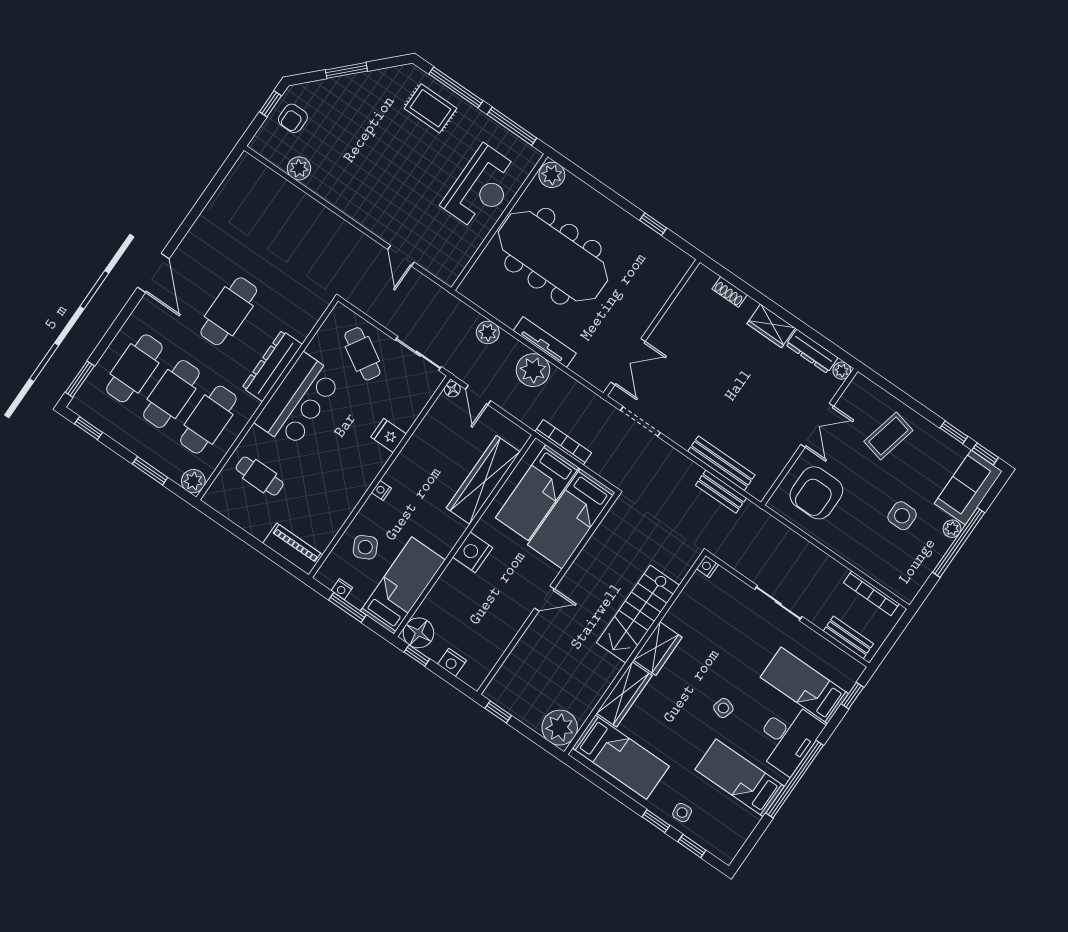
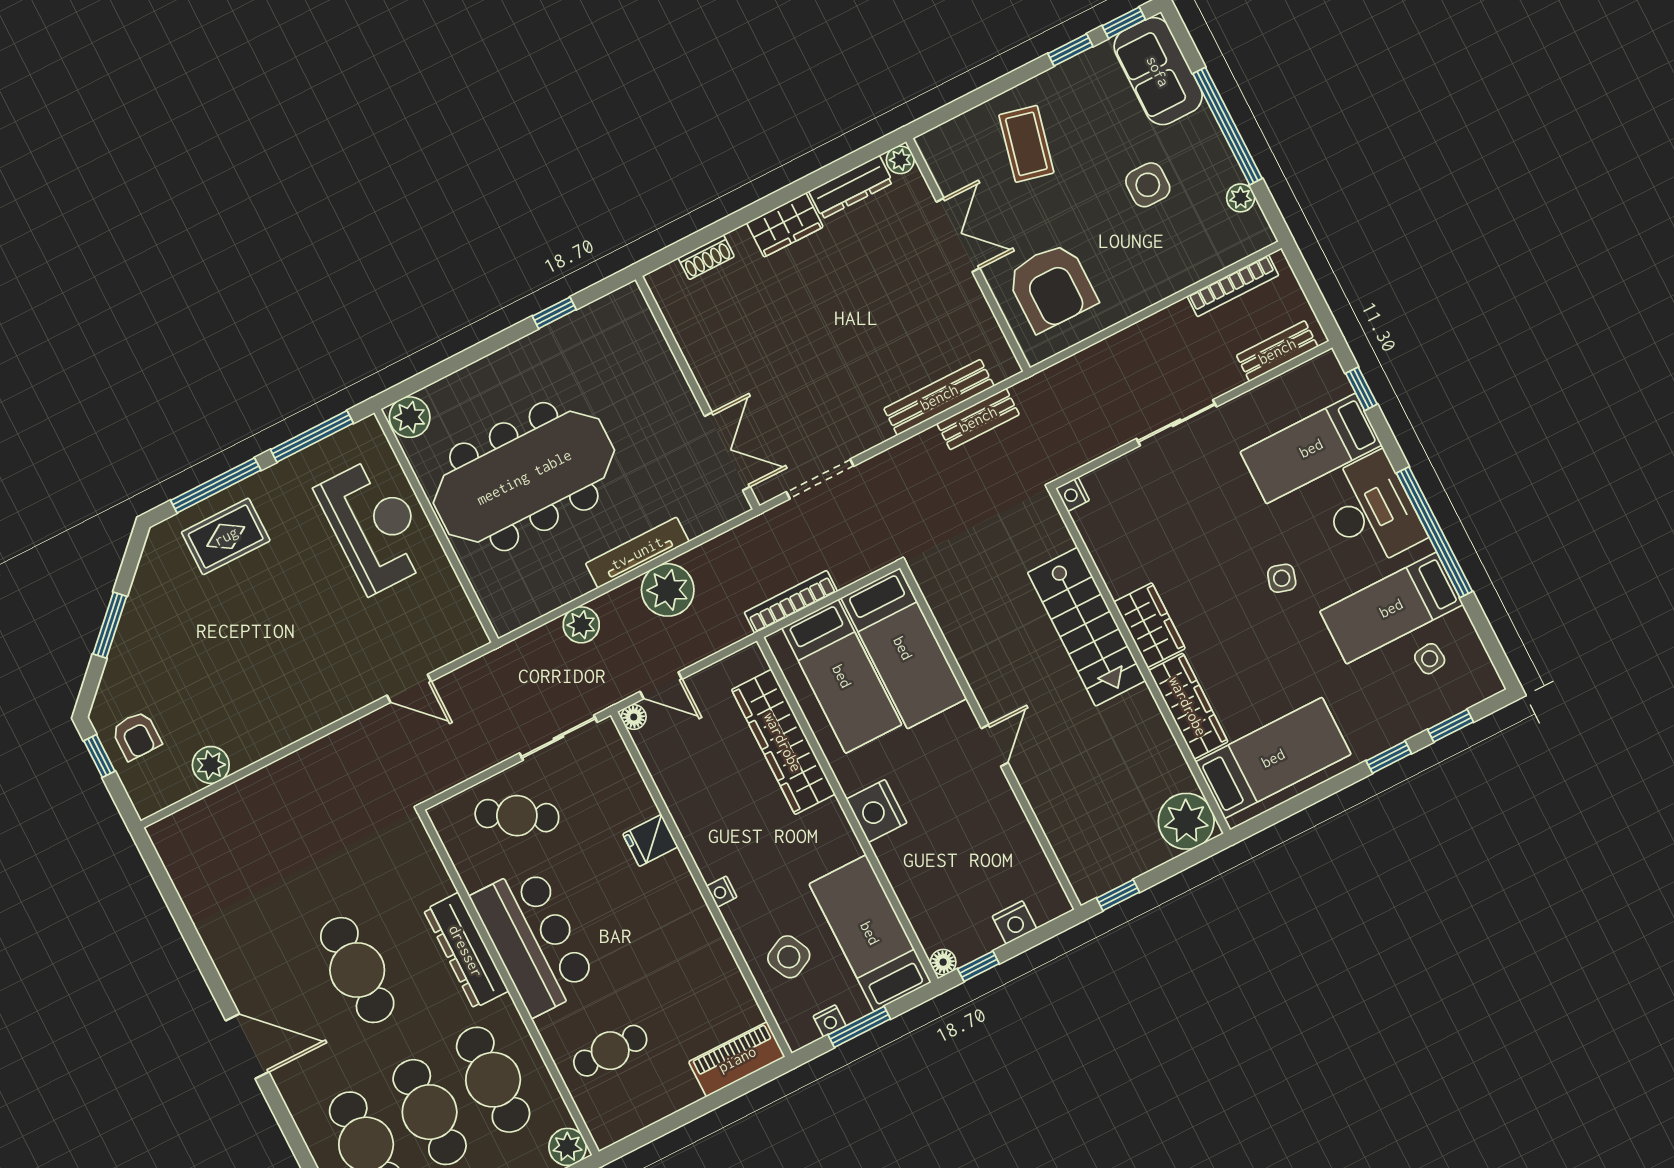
plant: (952, 529) -> (1241, 198), moved
floor lamp: (418, 633) -> (943, 962), width x0.53, depth x0.53
side table: (682, 813) -> (1430, 659), moved

